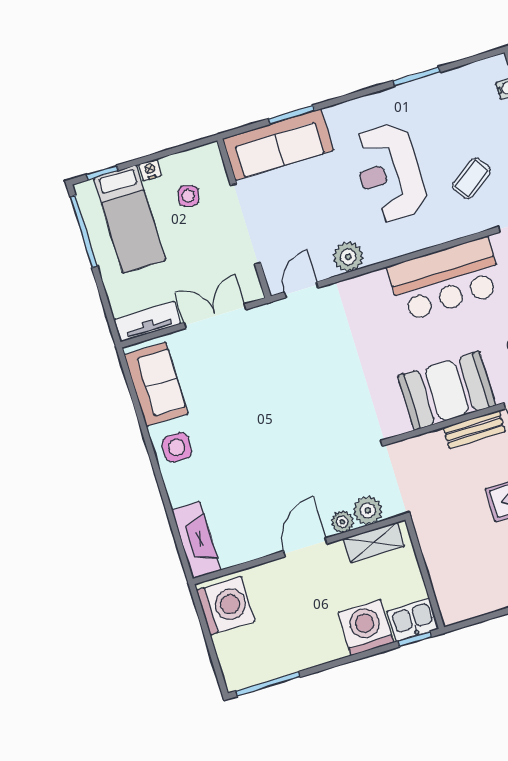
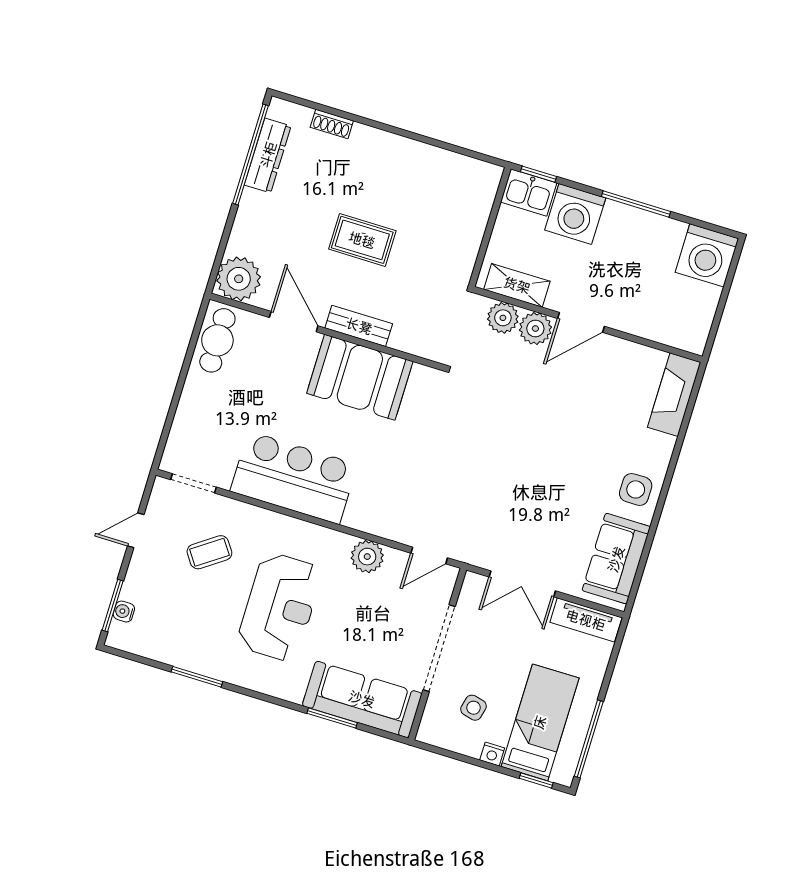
plant: (342, 522) -> (535, 329), width x1.38, depth x1.38
washing machine: (226, 606) -> (707, 255), moved, turned -90
window: (268, 684) -> (636, 204), moved

